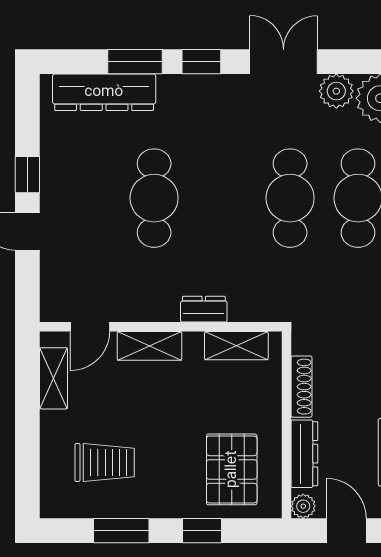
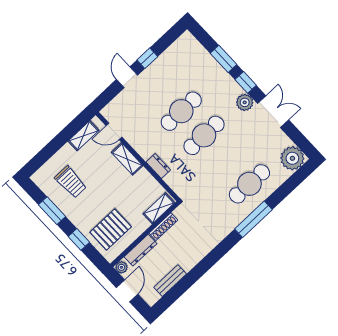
plant: (336, 91) -> (245, 102), moved
dresser: (104, 92) -> (202, 58), removed
cafe table: (290, 198) -> (204, 135), moved
shelving: (236, 346) -> (159, 208), moved, turned 90

